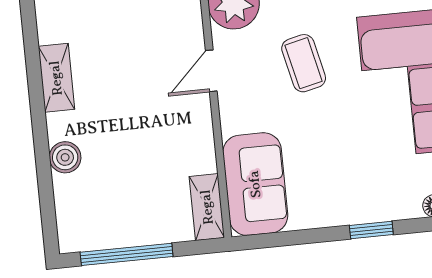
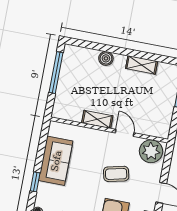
sofa: (255, 184) -> (56, 161), moved, turned -90
shelving: (207, 207) -> (97, 119), moved

